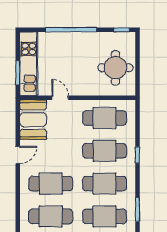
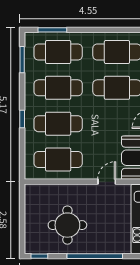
round table: (115, 68) -> (67, 225), moved
door: (60, 98) -> (107, 182), swing flipped

